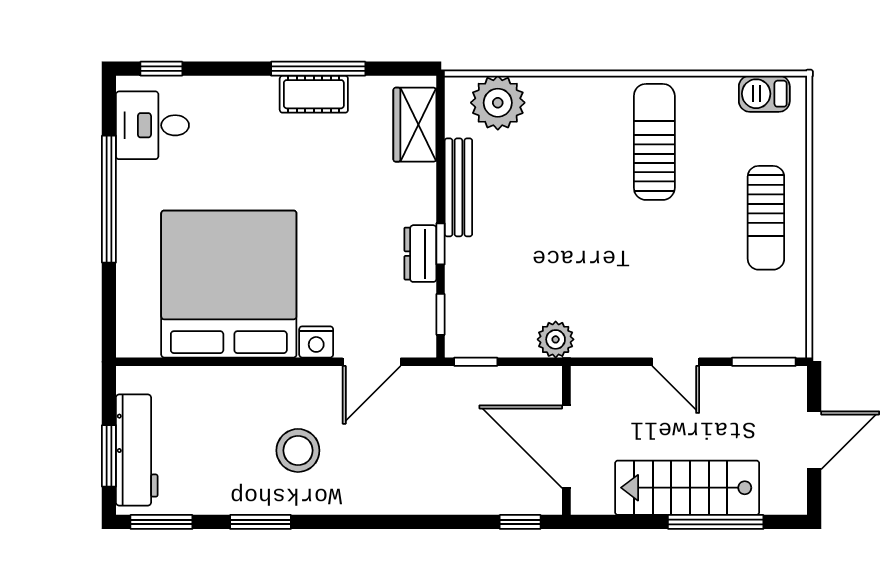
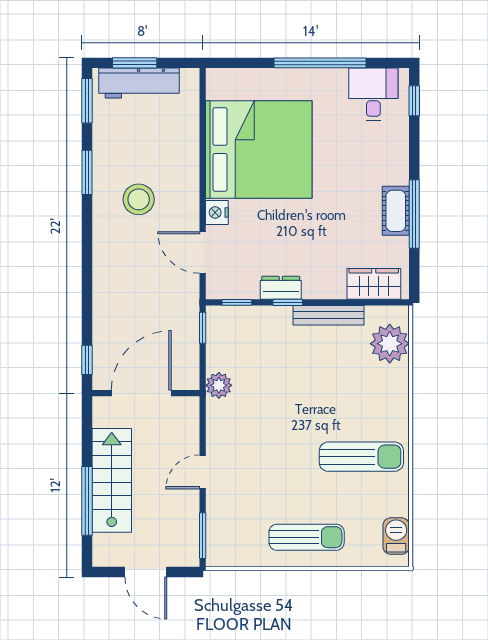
sun lounger: (766, 218) -> (307, 537), turned 180

